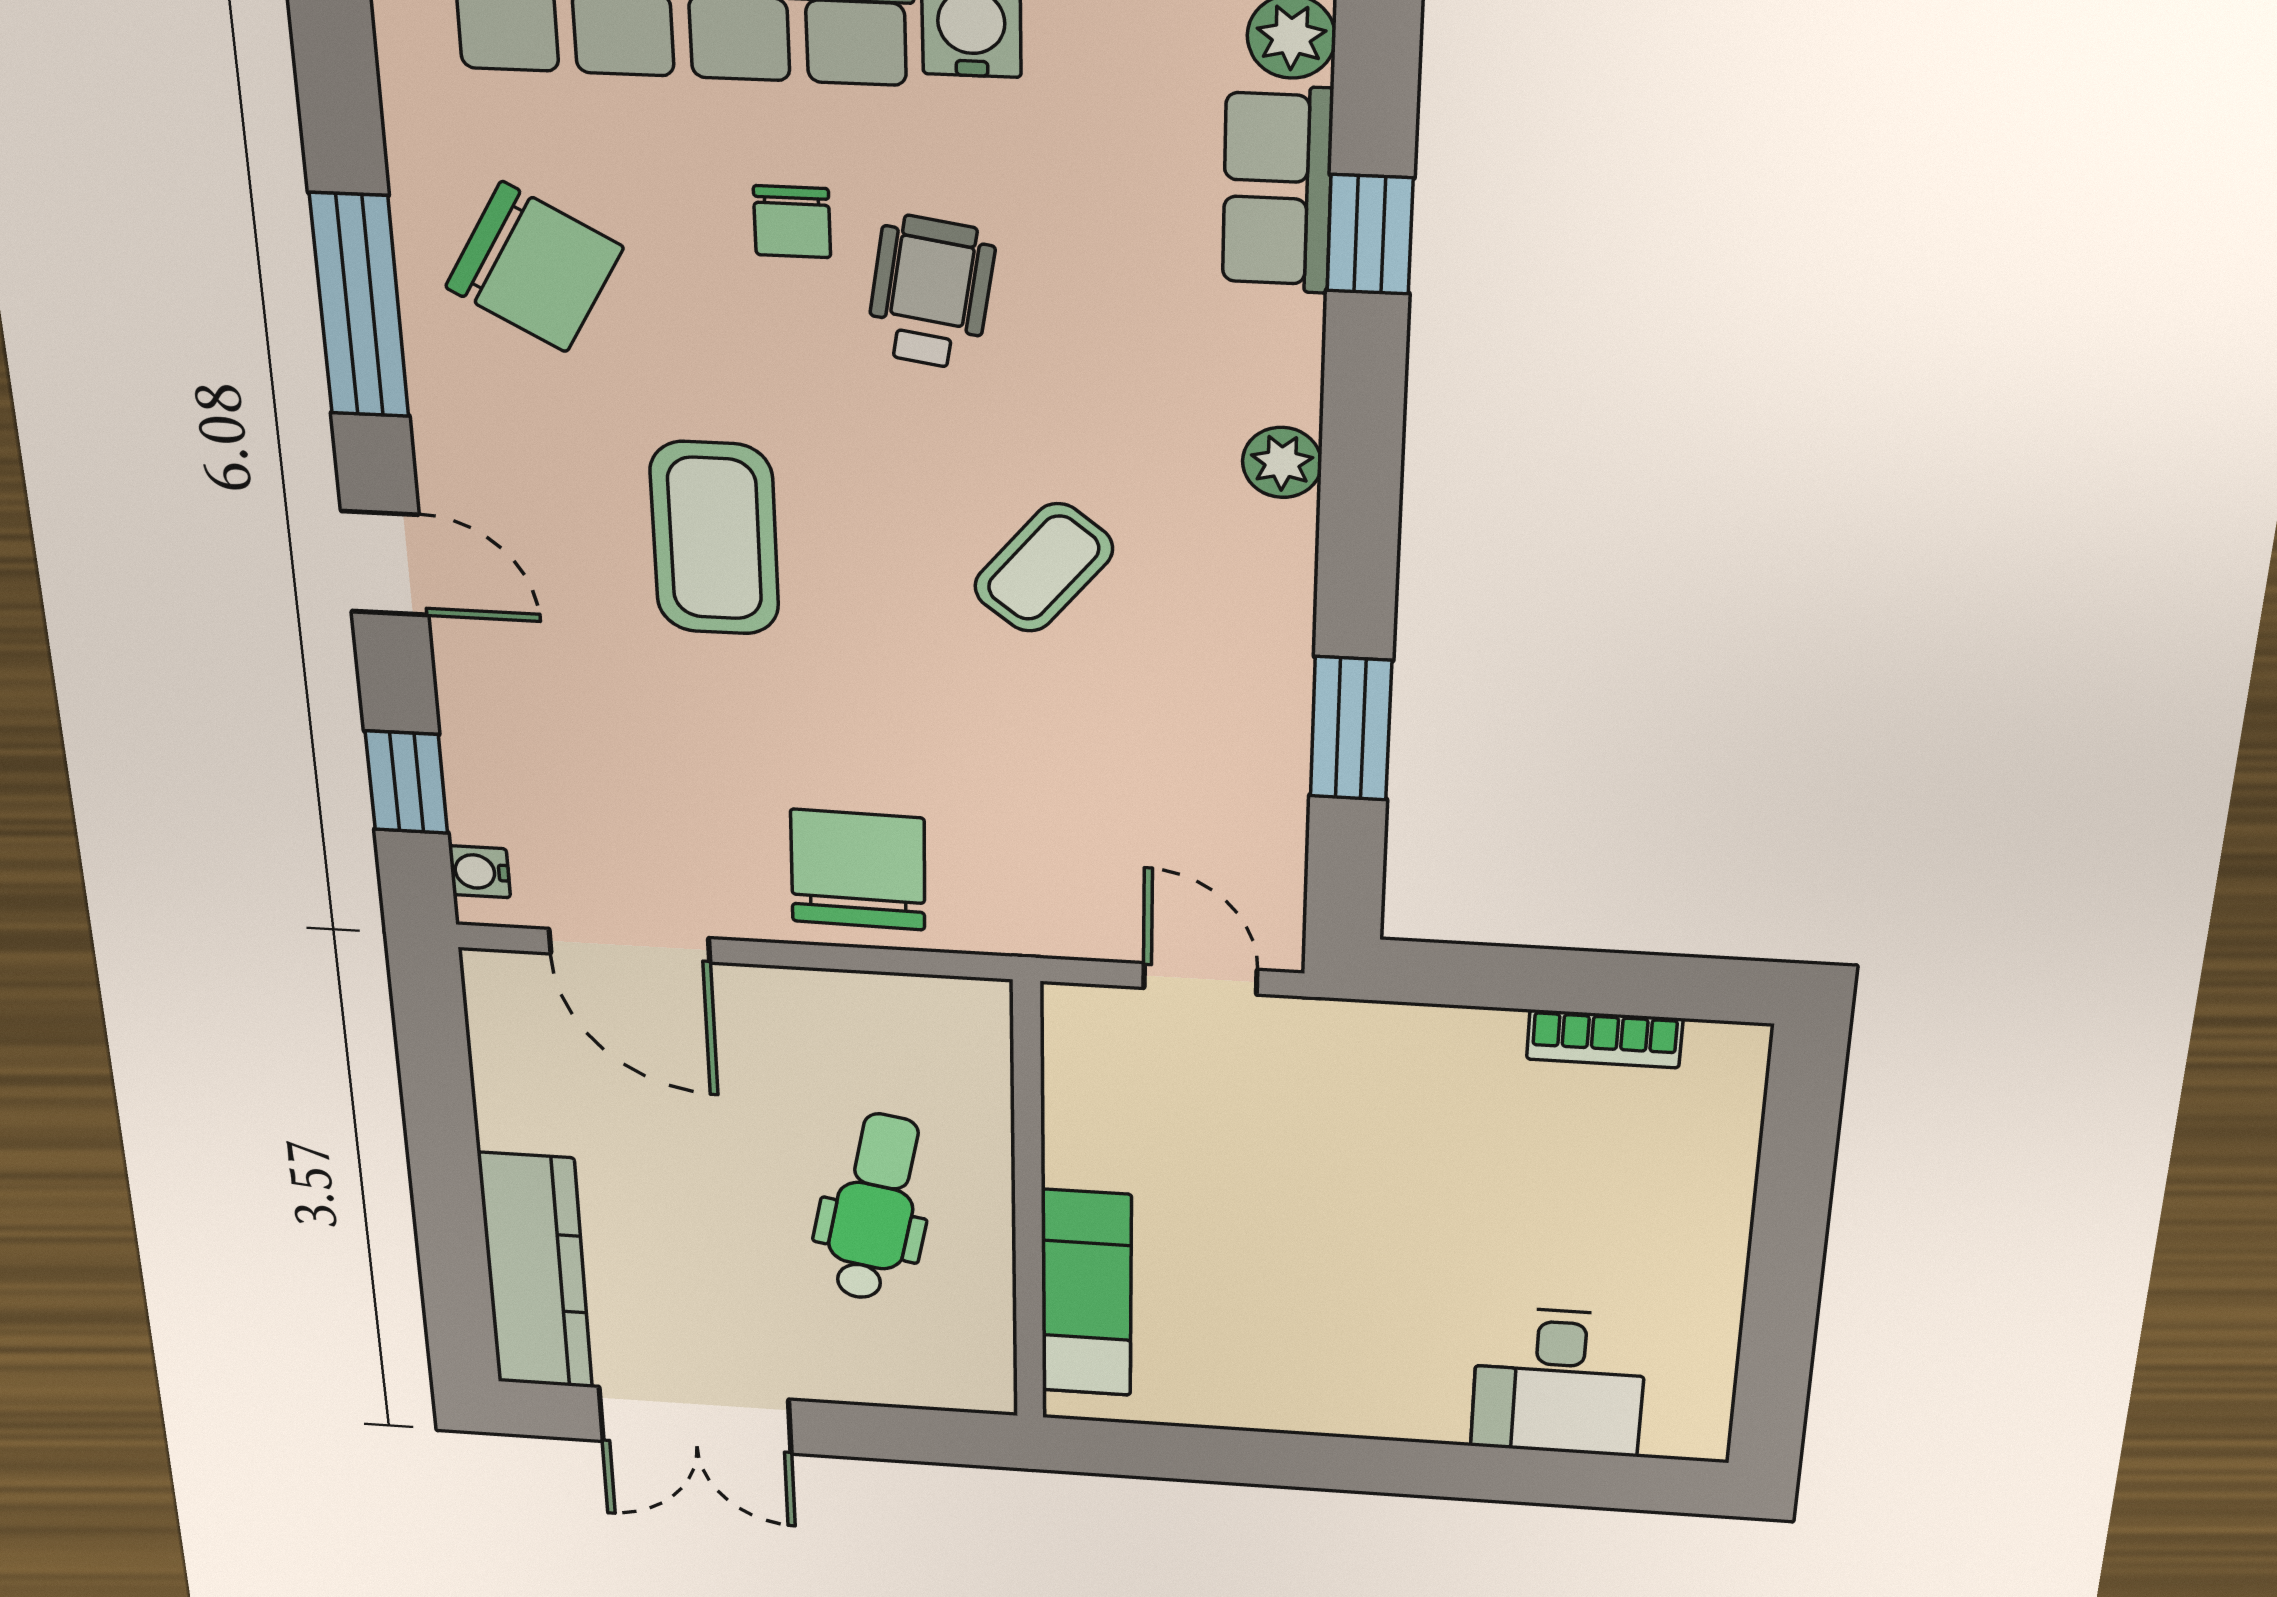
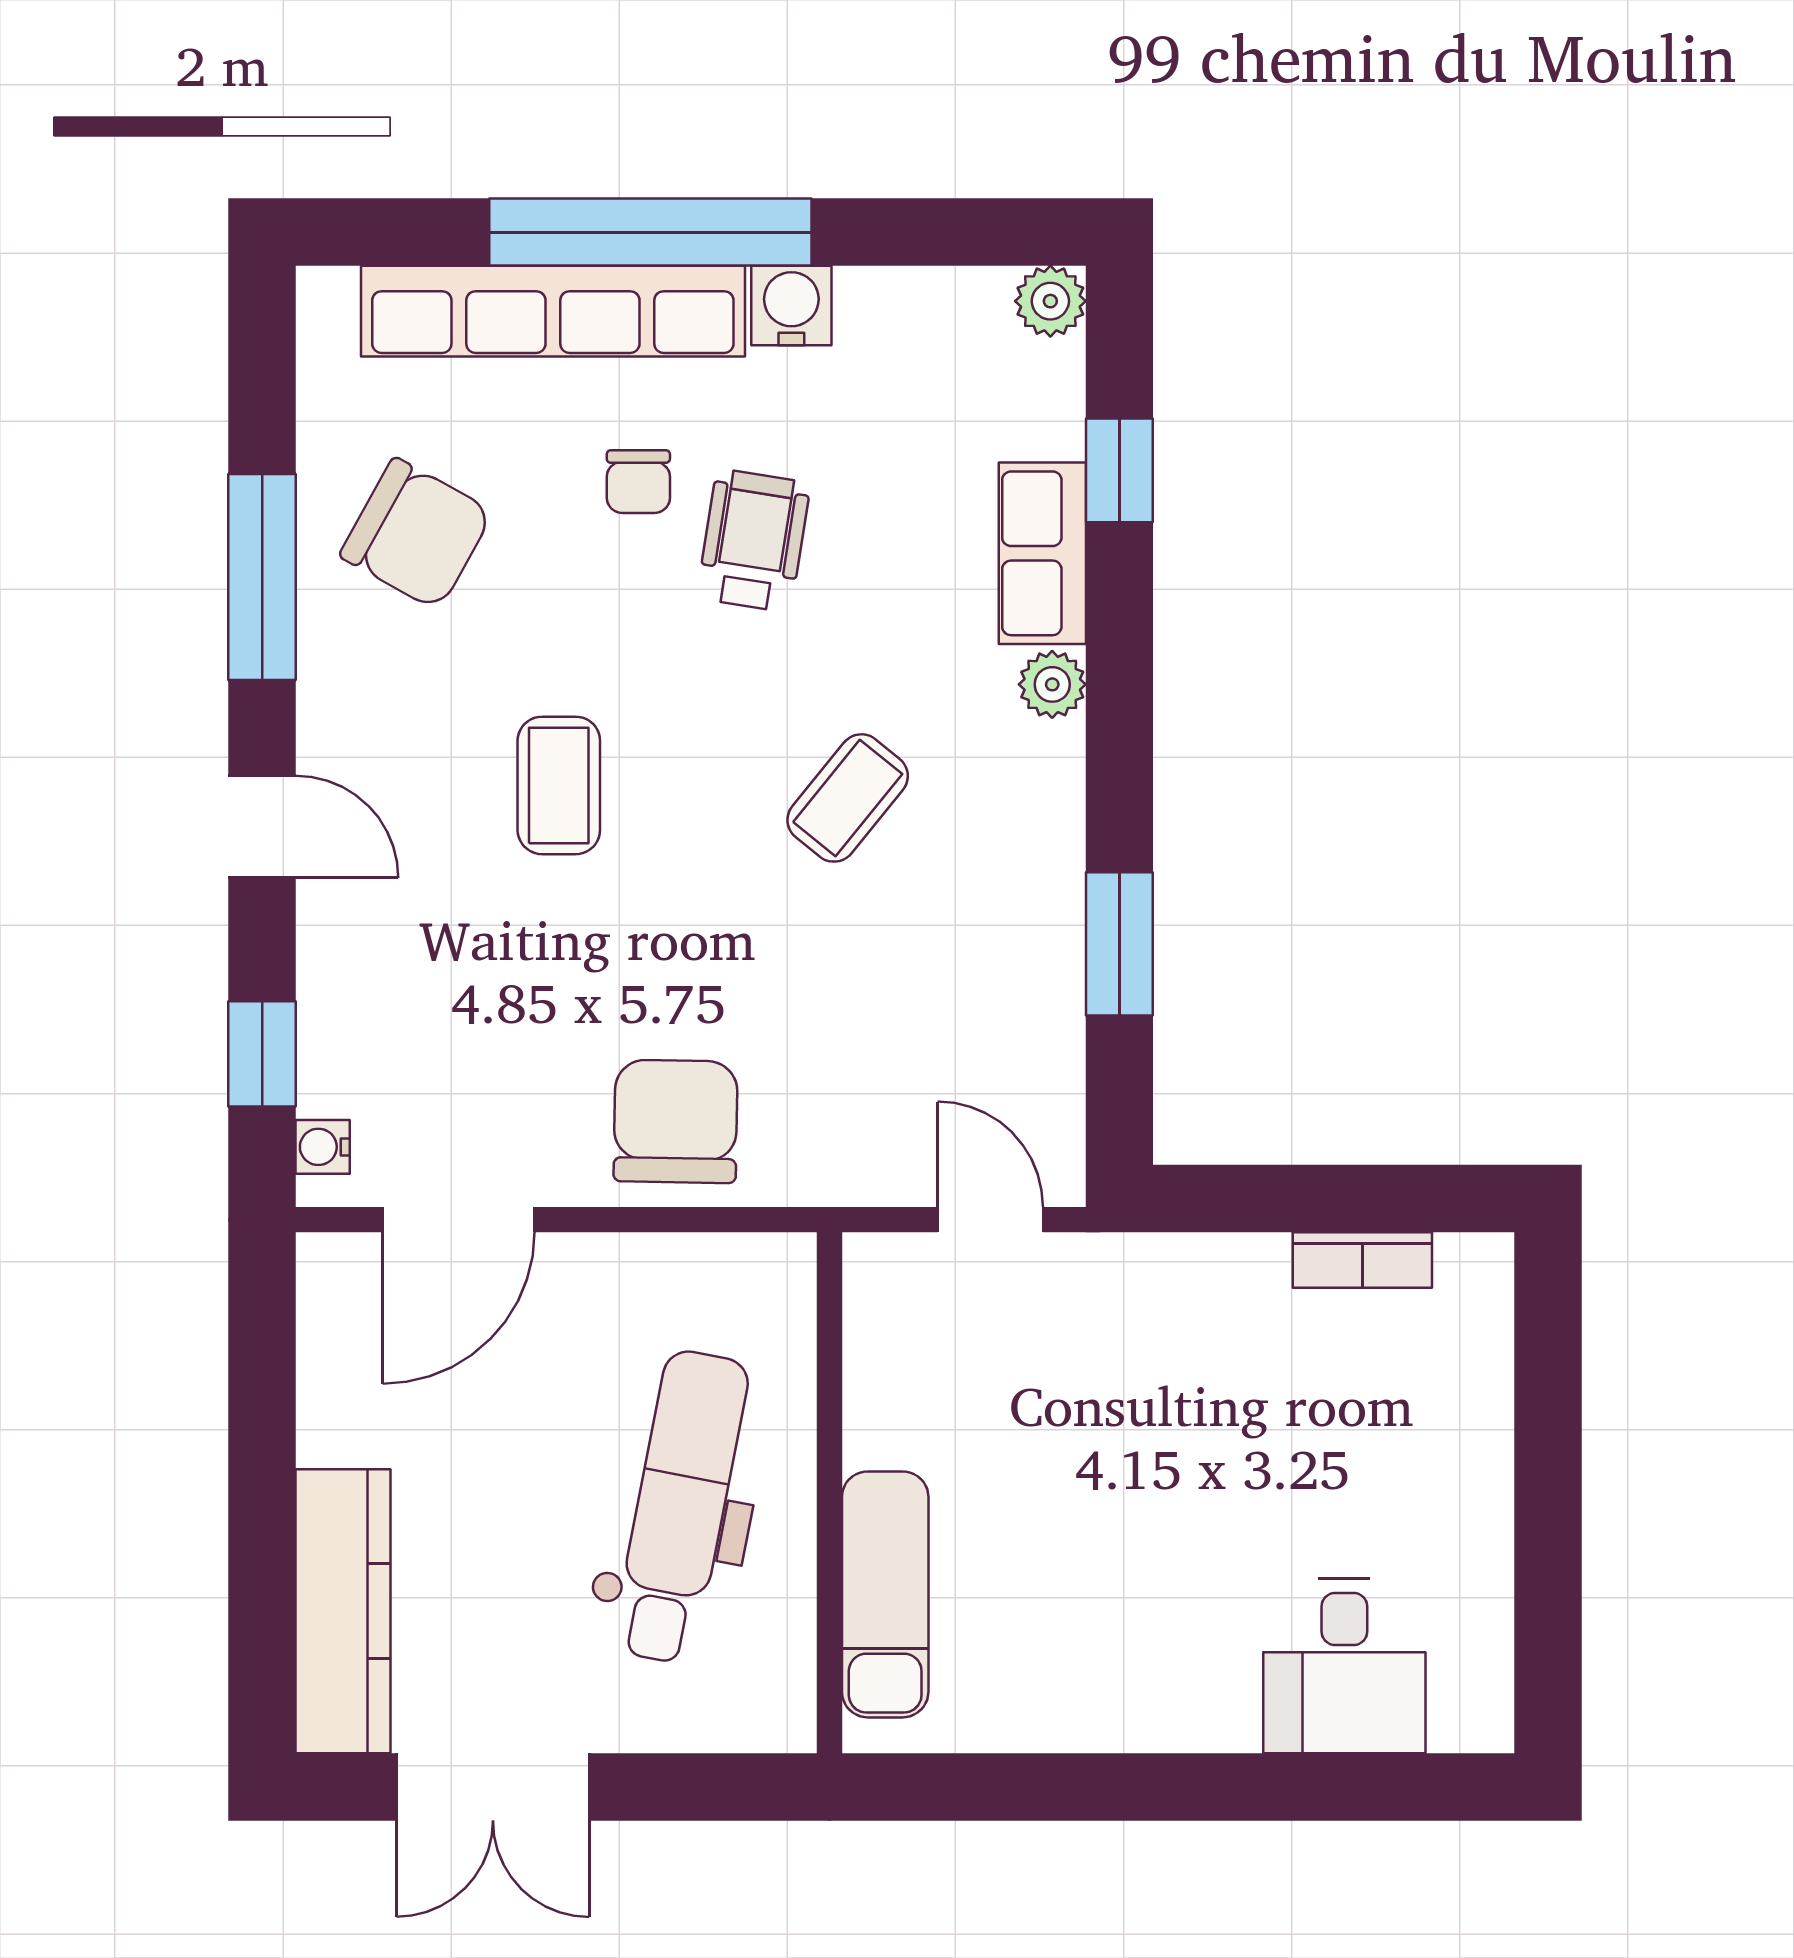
row of seats: (1277, 190) -> (1042, 553), moved
coffee table: (715, 539) -> (559, 785), width x0.73, depth x0.77
door: (629, 946) -> (459, 1220), hinge flipped
dental chair: (874, 1208) -> (681, 1507), width x1.36, depth x1.38

